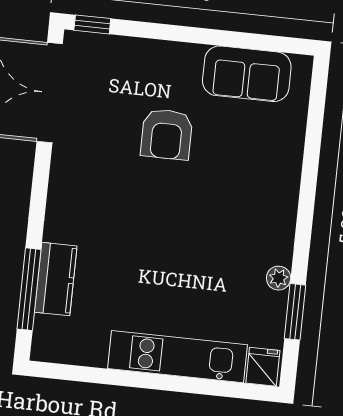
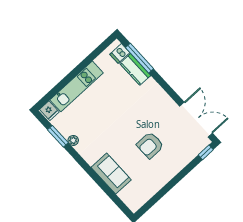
sofa: (247, 74) -> (111, 174), moved, turned 90
armchair: (167, 134) -> (150, 145), turned -90
dishwasher: (52, 331) -> (120, 53), added

